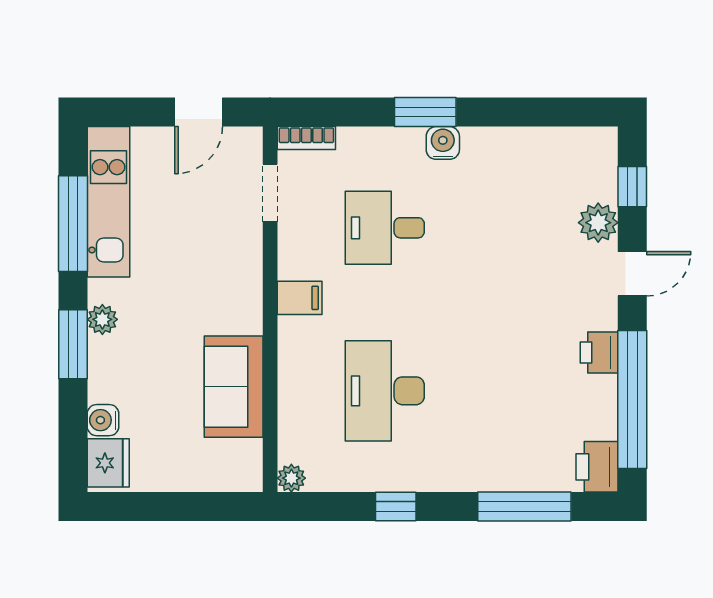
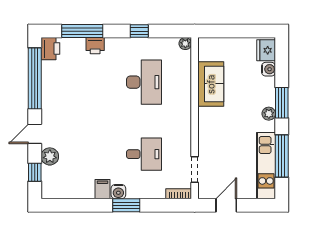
filing cabinet: (300, 298) -> (102, 189), moved, turned 90
printer: (599, 352) -> (95, 46), moved, turned 90

